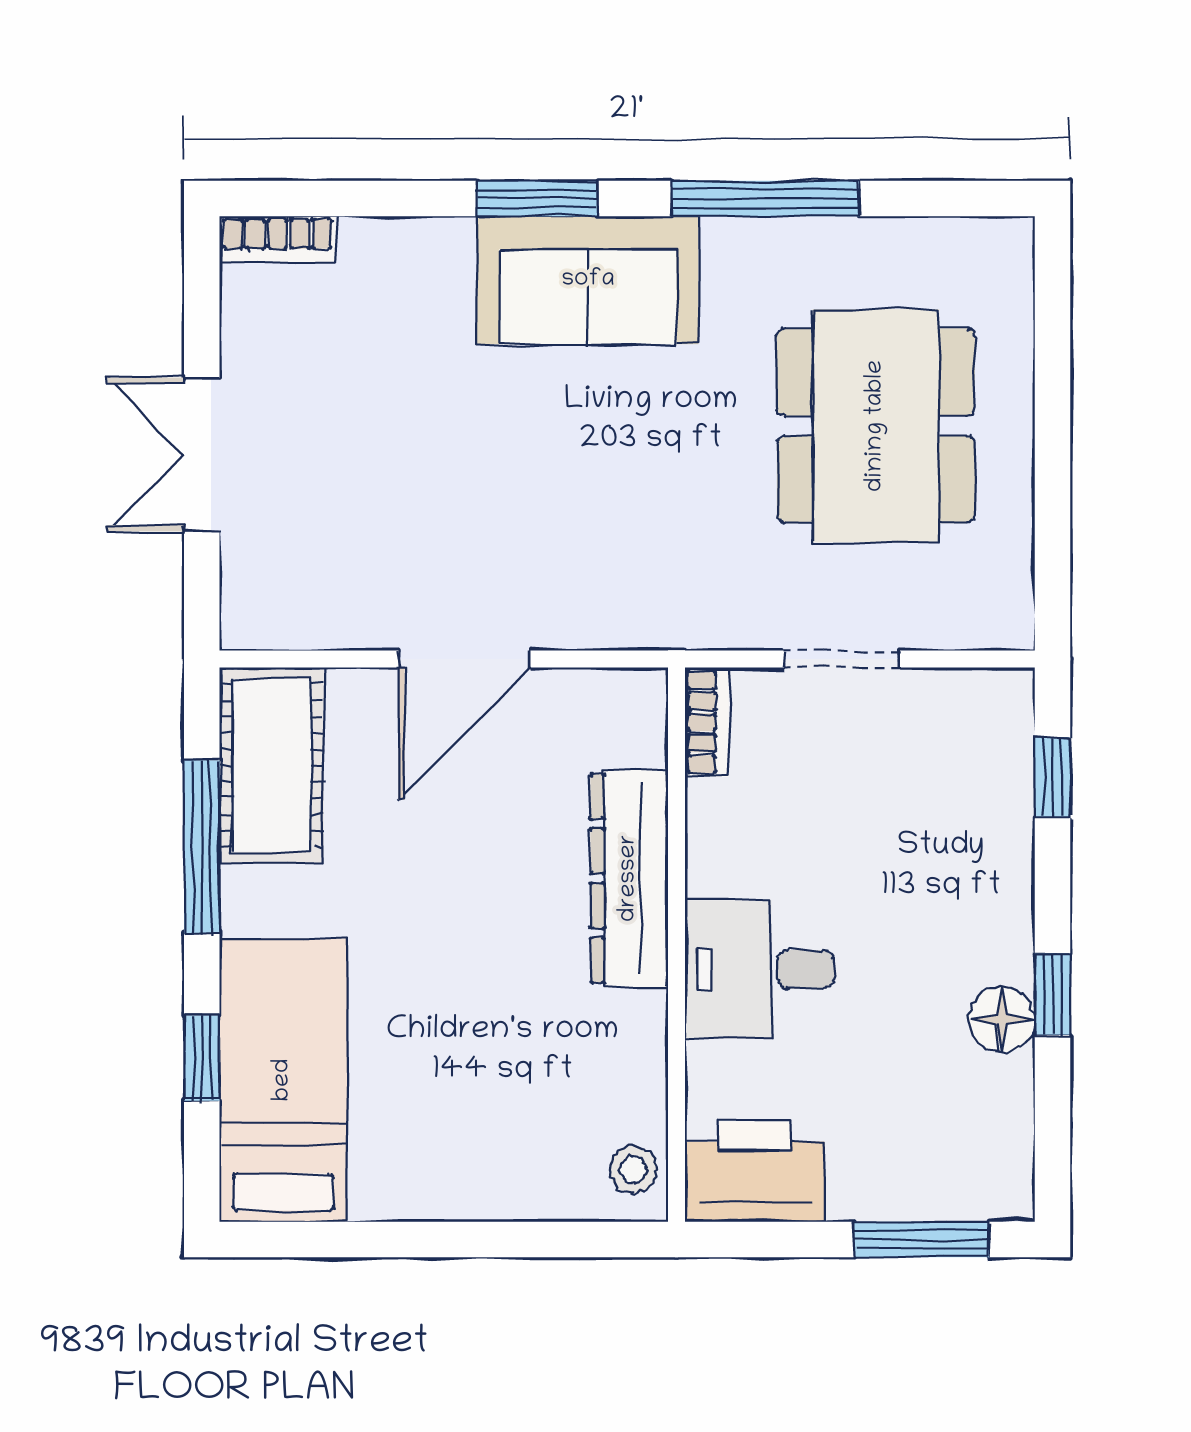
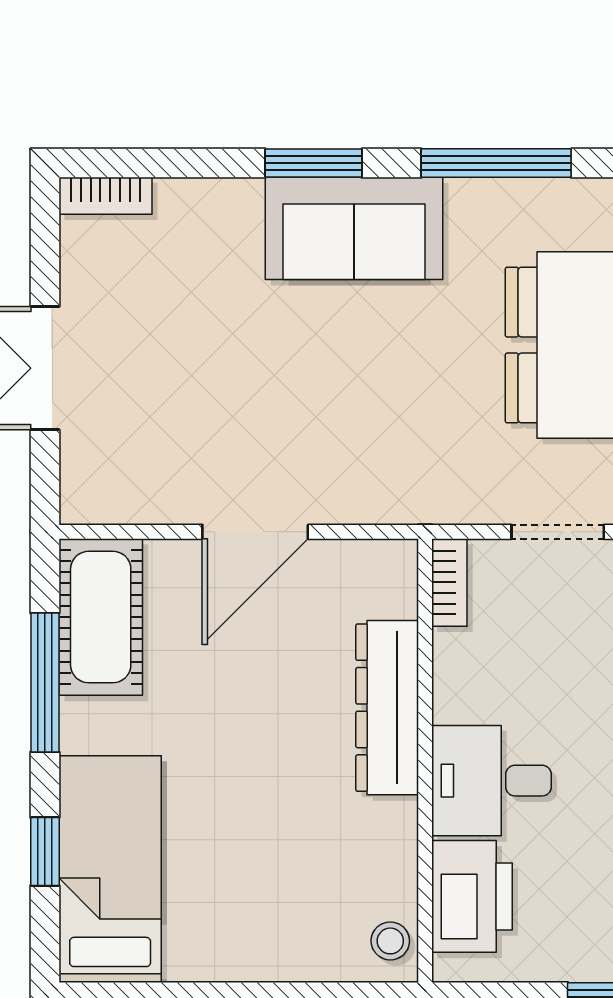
printer: (755, 1172) -> (472, 896), moved, turned 90

